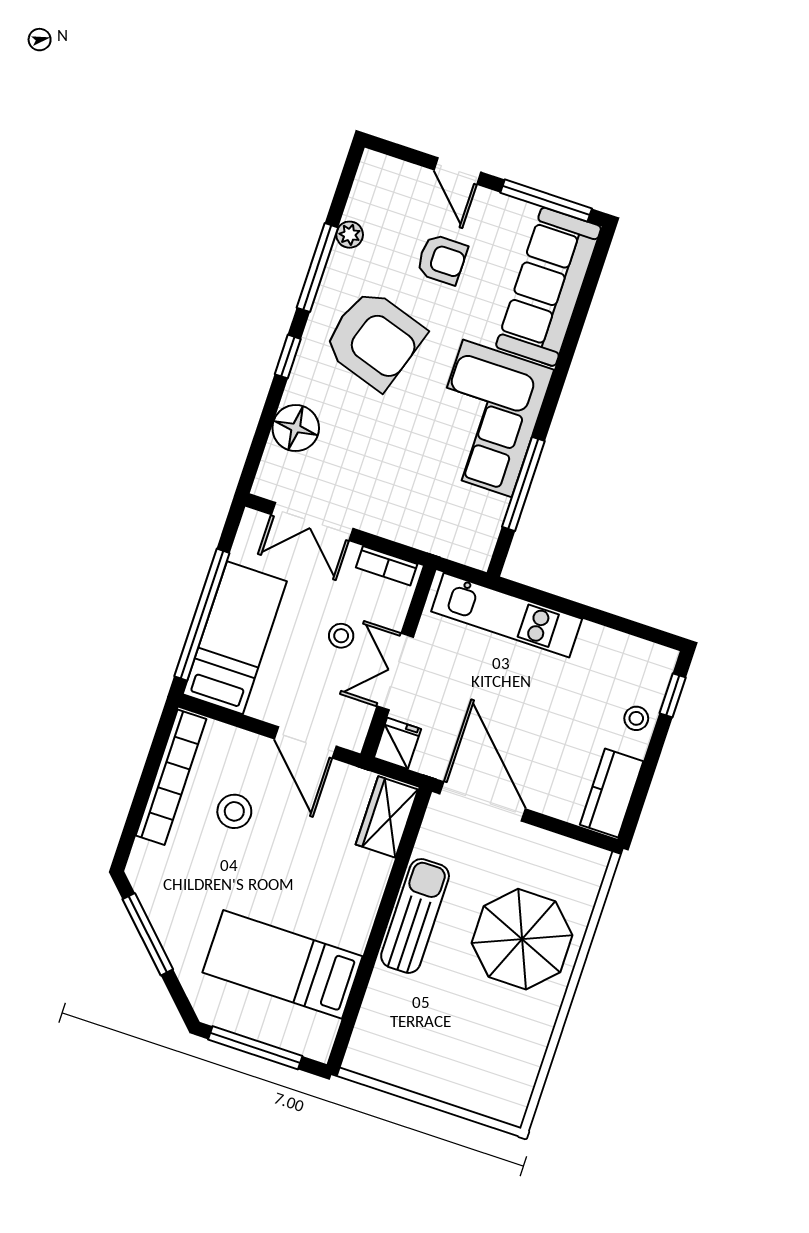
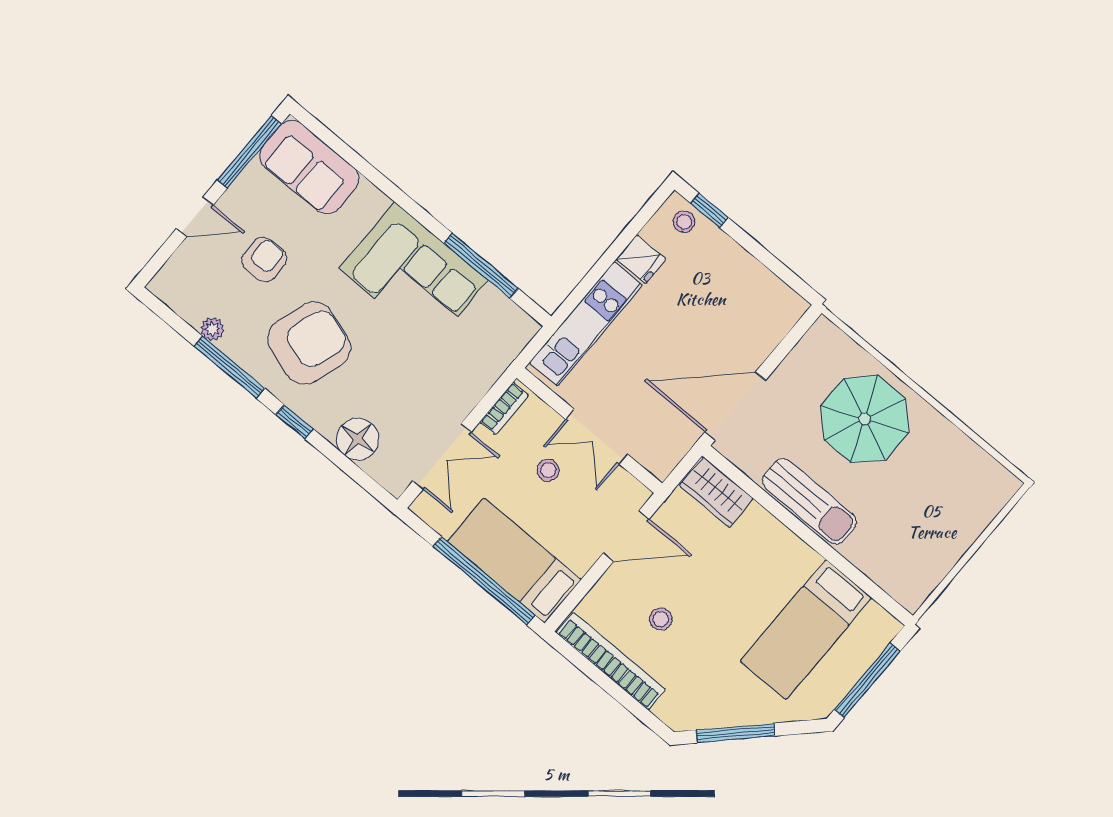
sofa: (549, 287) -> (309, 167), width x0.73
stool: (636, 718) -> (684, 222), moved
fridge: (397, 743) -> (641, 259), moved, turned 180
kitchen counter: (612, 793) -> (771, 294), removed
stool: (234, 811) -> (661, 619), width x0.73, depth x0.73
sun lounger: (415, 916) -> (809, 501), turned 180

